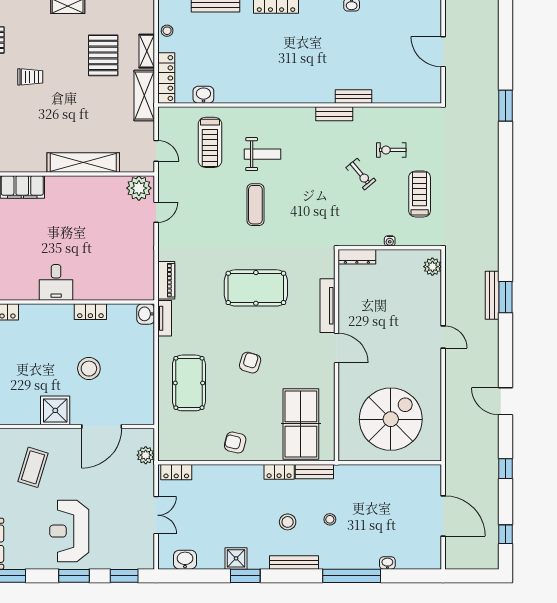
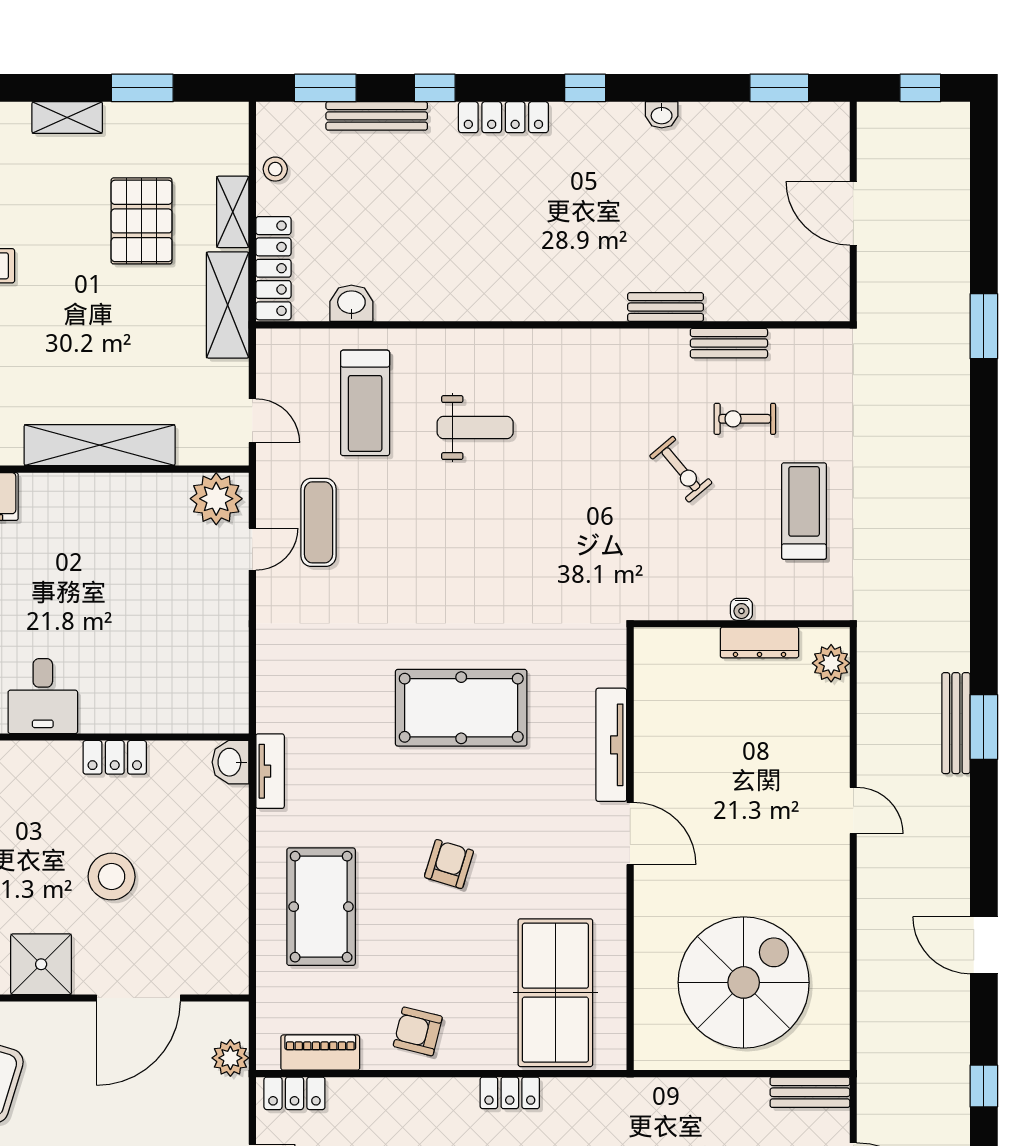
bench: (334, 114) -> (729, 343), moved
exercise mat: (255, 205) -> (318, 522), moved
dresser: (357, 257) -> (759, 642), moved
piano: (166, 280) -> (320, 1053), moved, turned -90
bench: (314, 472) -> (810, 1092), moved

